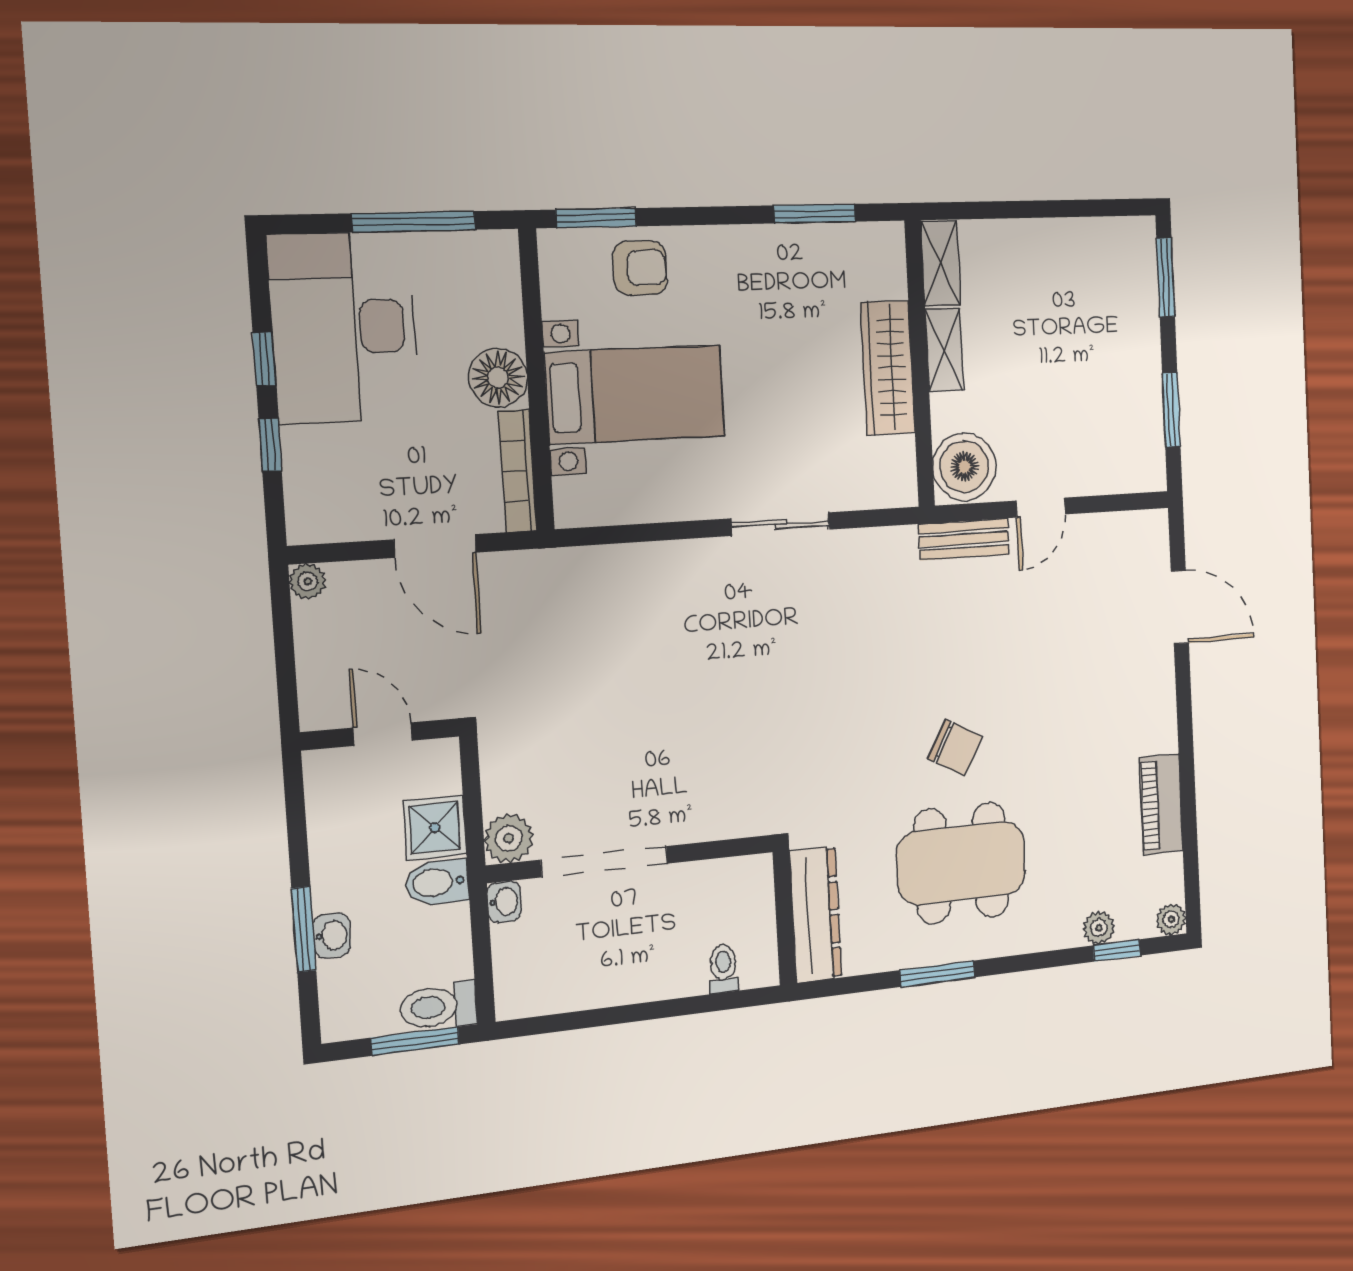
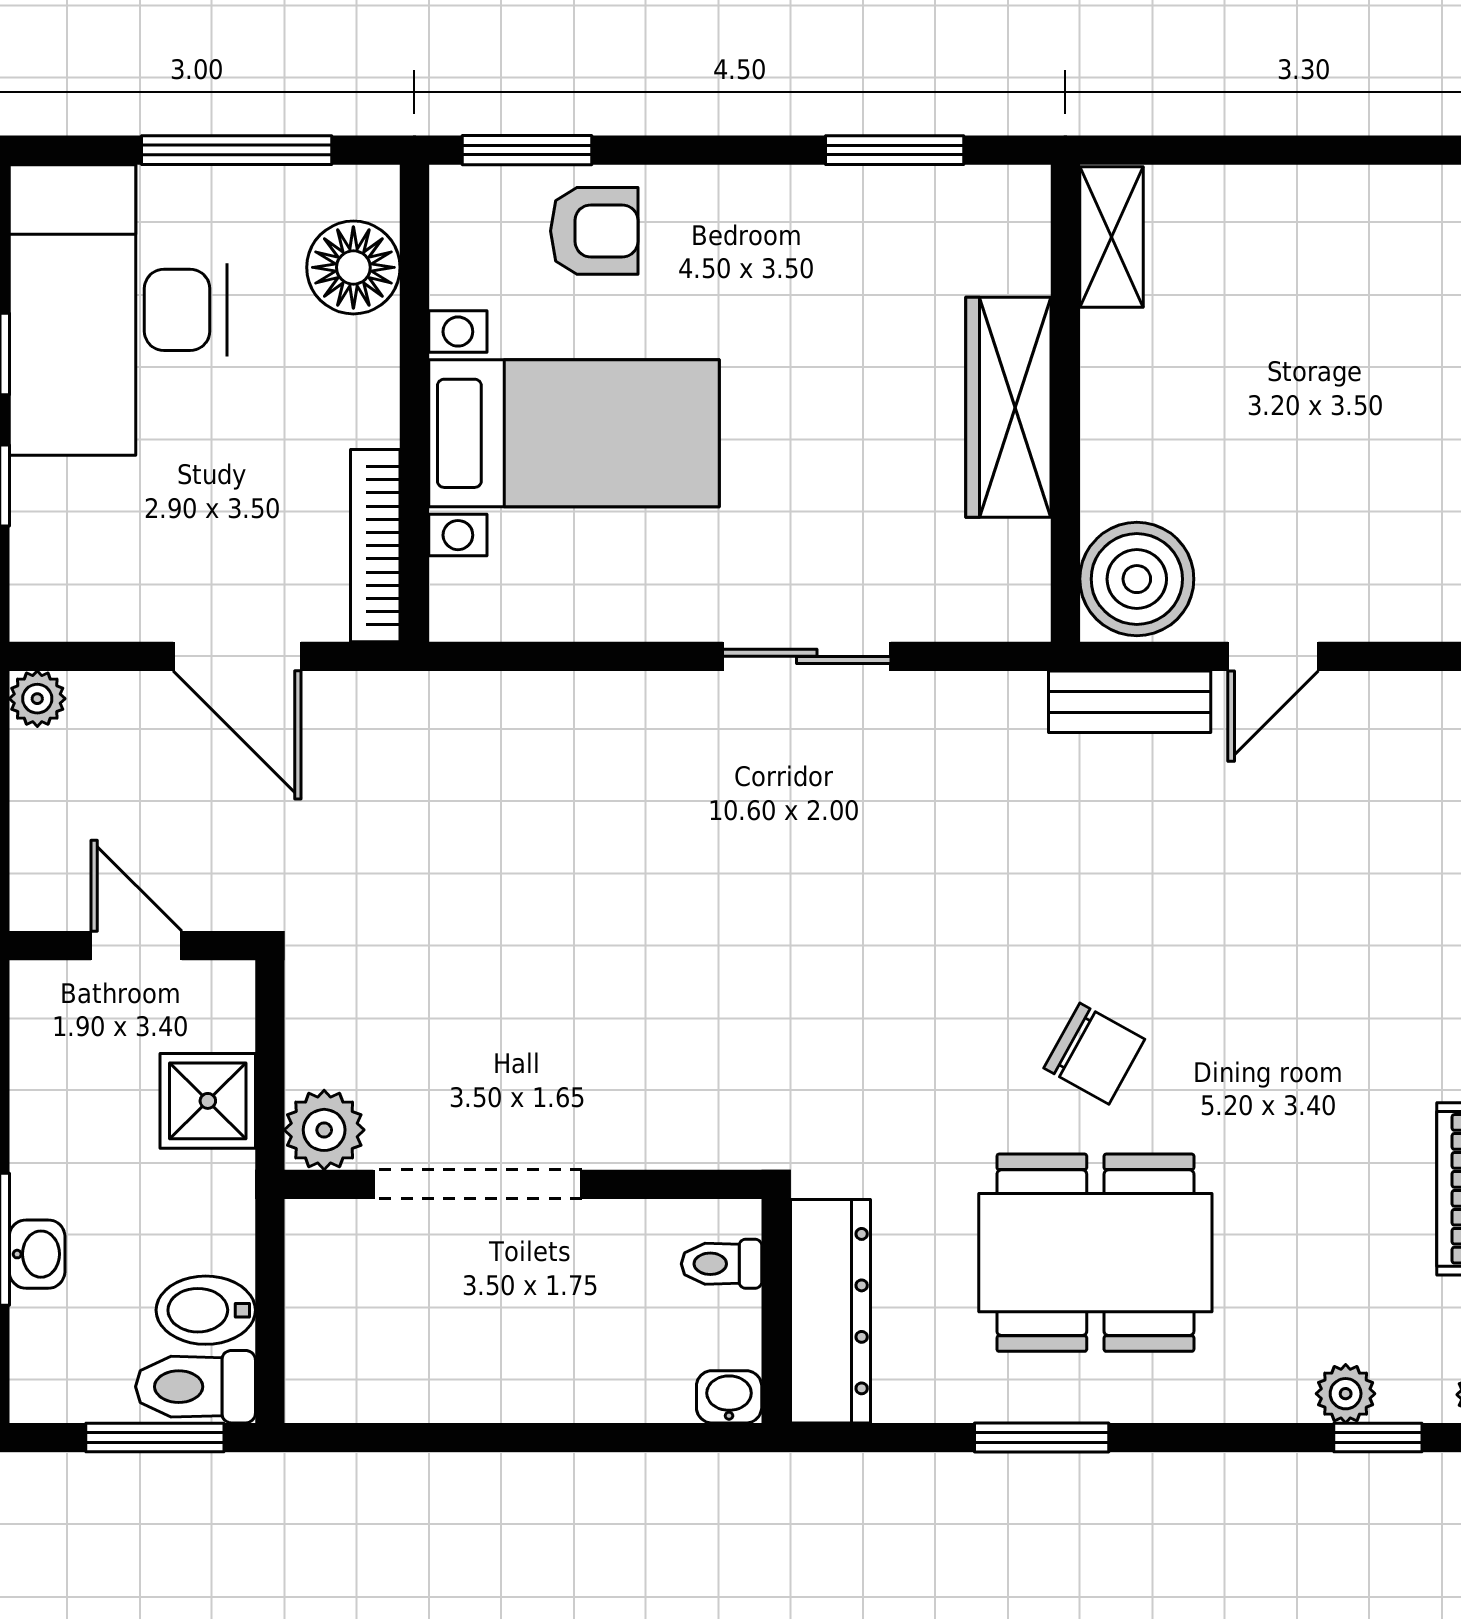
shelving: (944, 350) -> (1111, 382), removed
floor lamp: (498, 378) -> (353, 267), moved
bidet: (437, 882) -> (206, 1310), moved
washbasin: (504, 902) -> (729, 1397), moved, turned -90
toilet: (723, 969) -> (721, 1264), moved, turned -90

